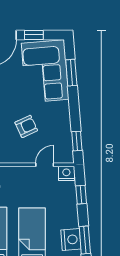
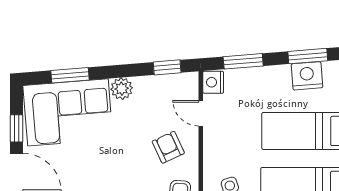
plant: (62, 109) -> (122, 89), added
armchair: (26, 126) -> (168, 147), moved
window: (81, 195) -> (243, 61), width x1.50

